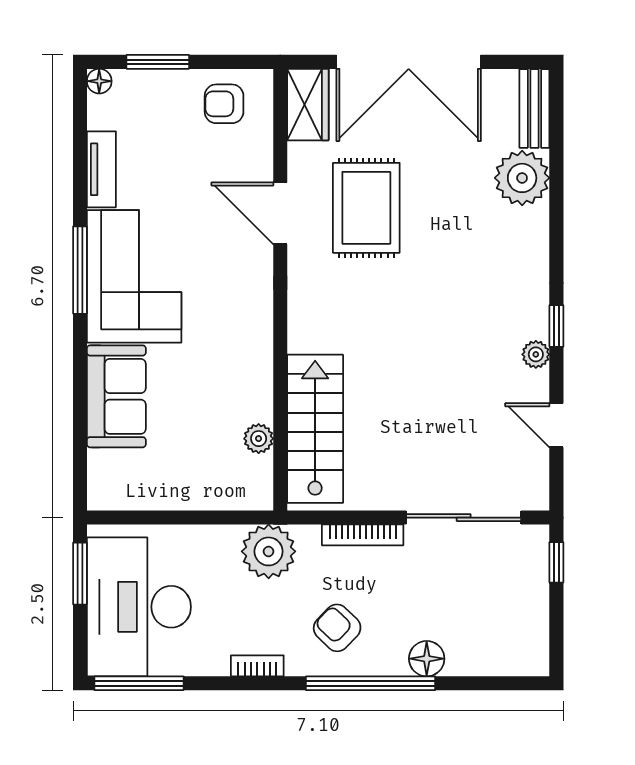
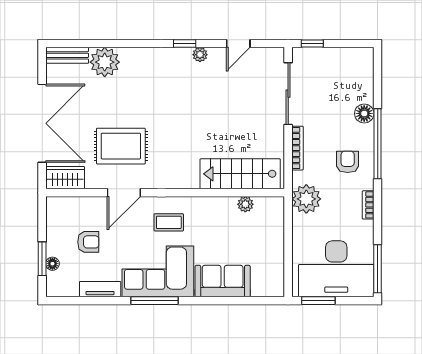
floor lamp: (99, 81) -> (52, 264), moved
armchair: (224, 104) -> (88, 242), moved, turned -90
coffee table: (225, 297) -> (169, 222), added
armchair: (337, 628) -> (348, 162), turned 136

